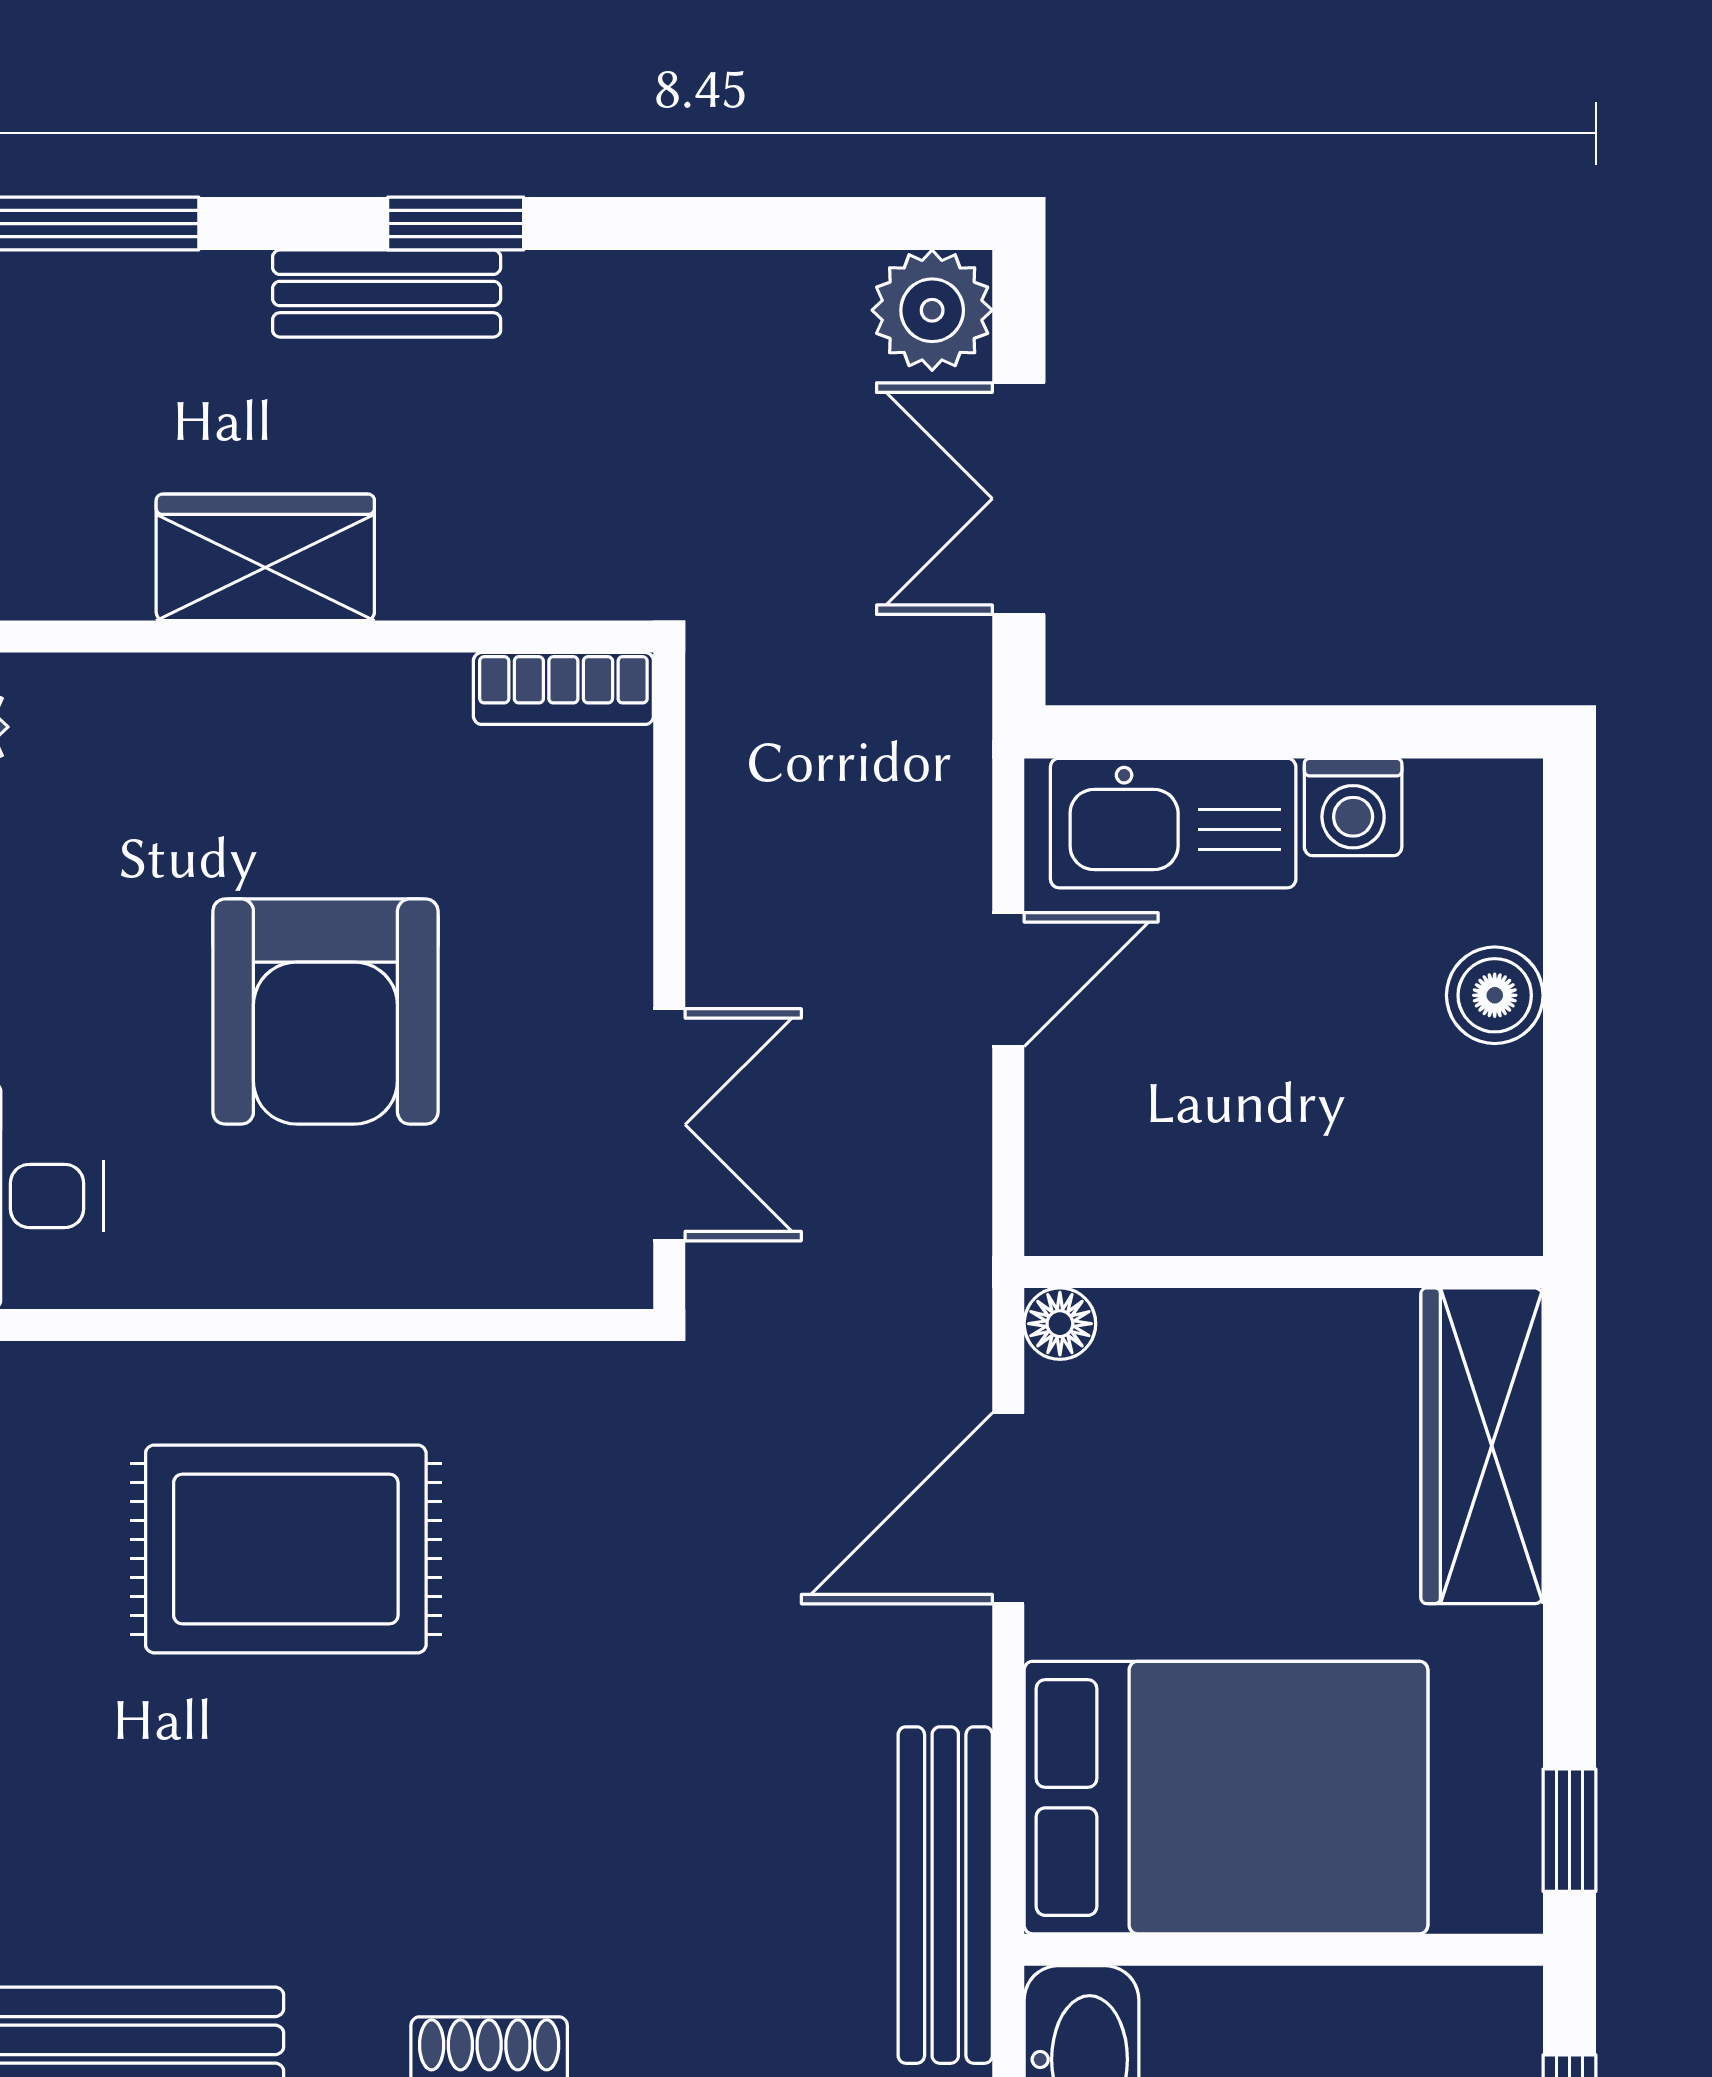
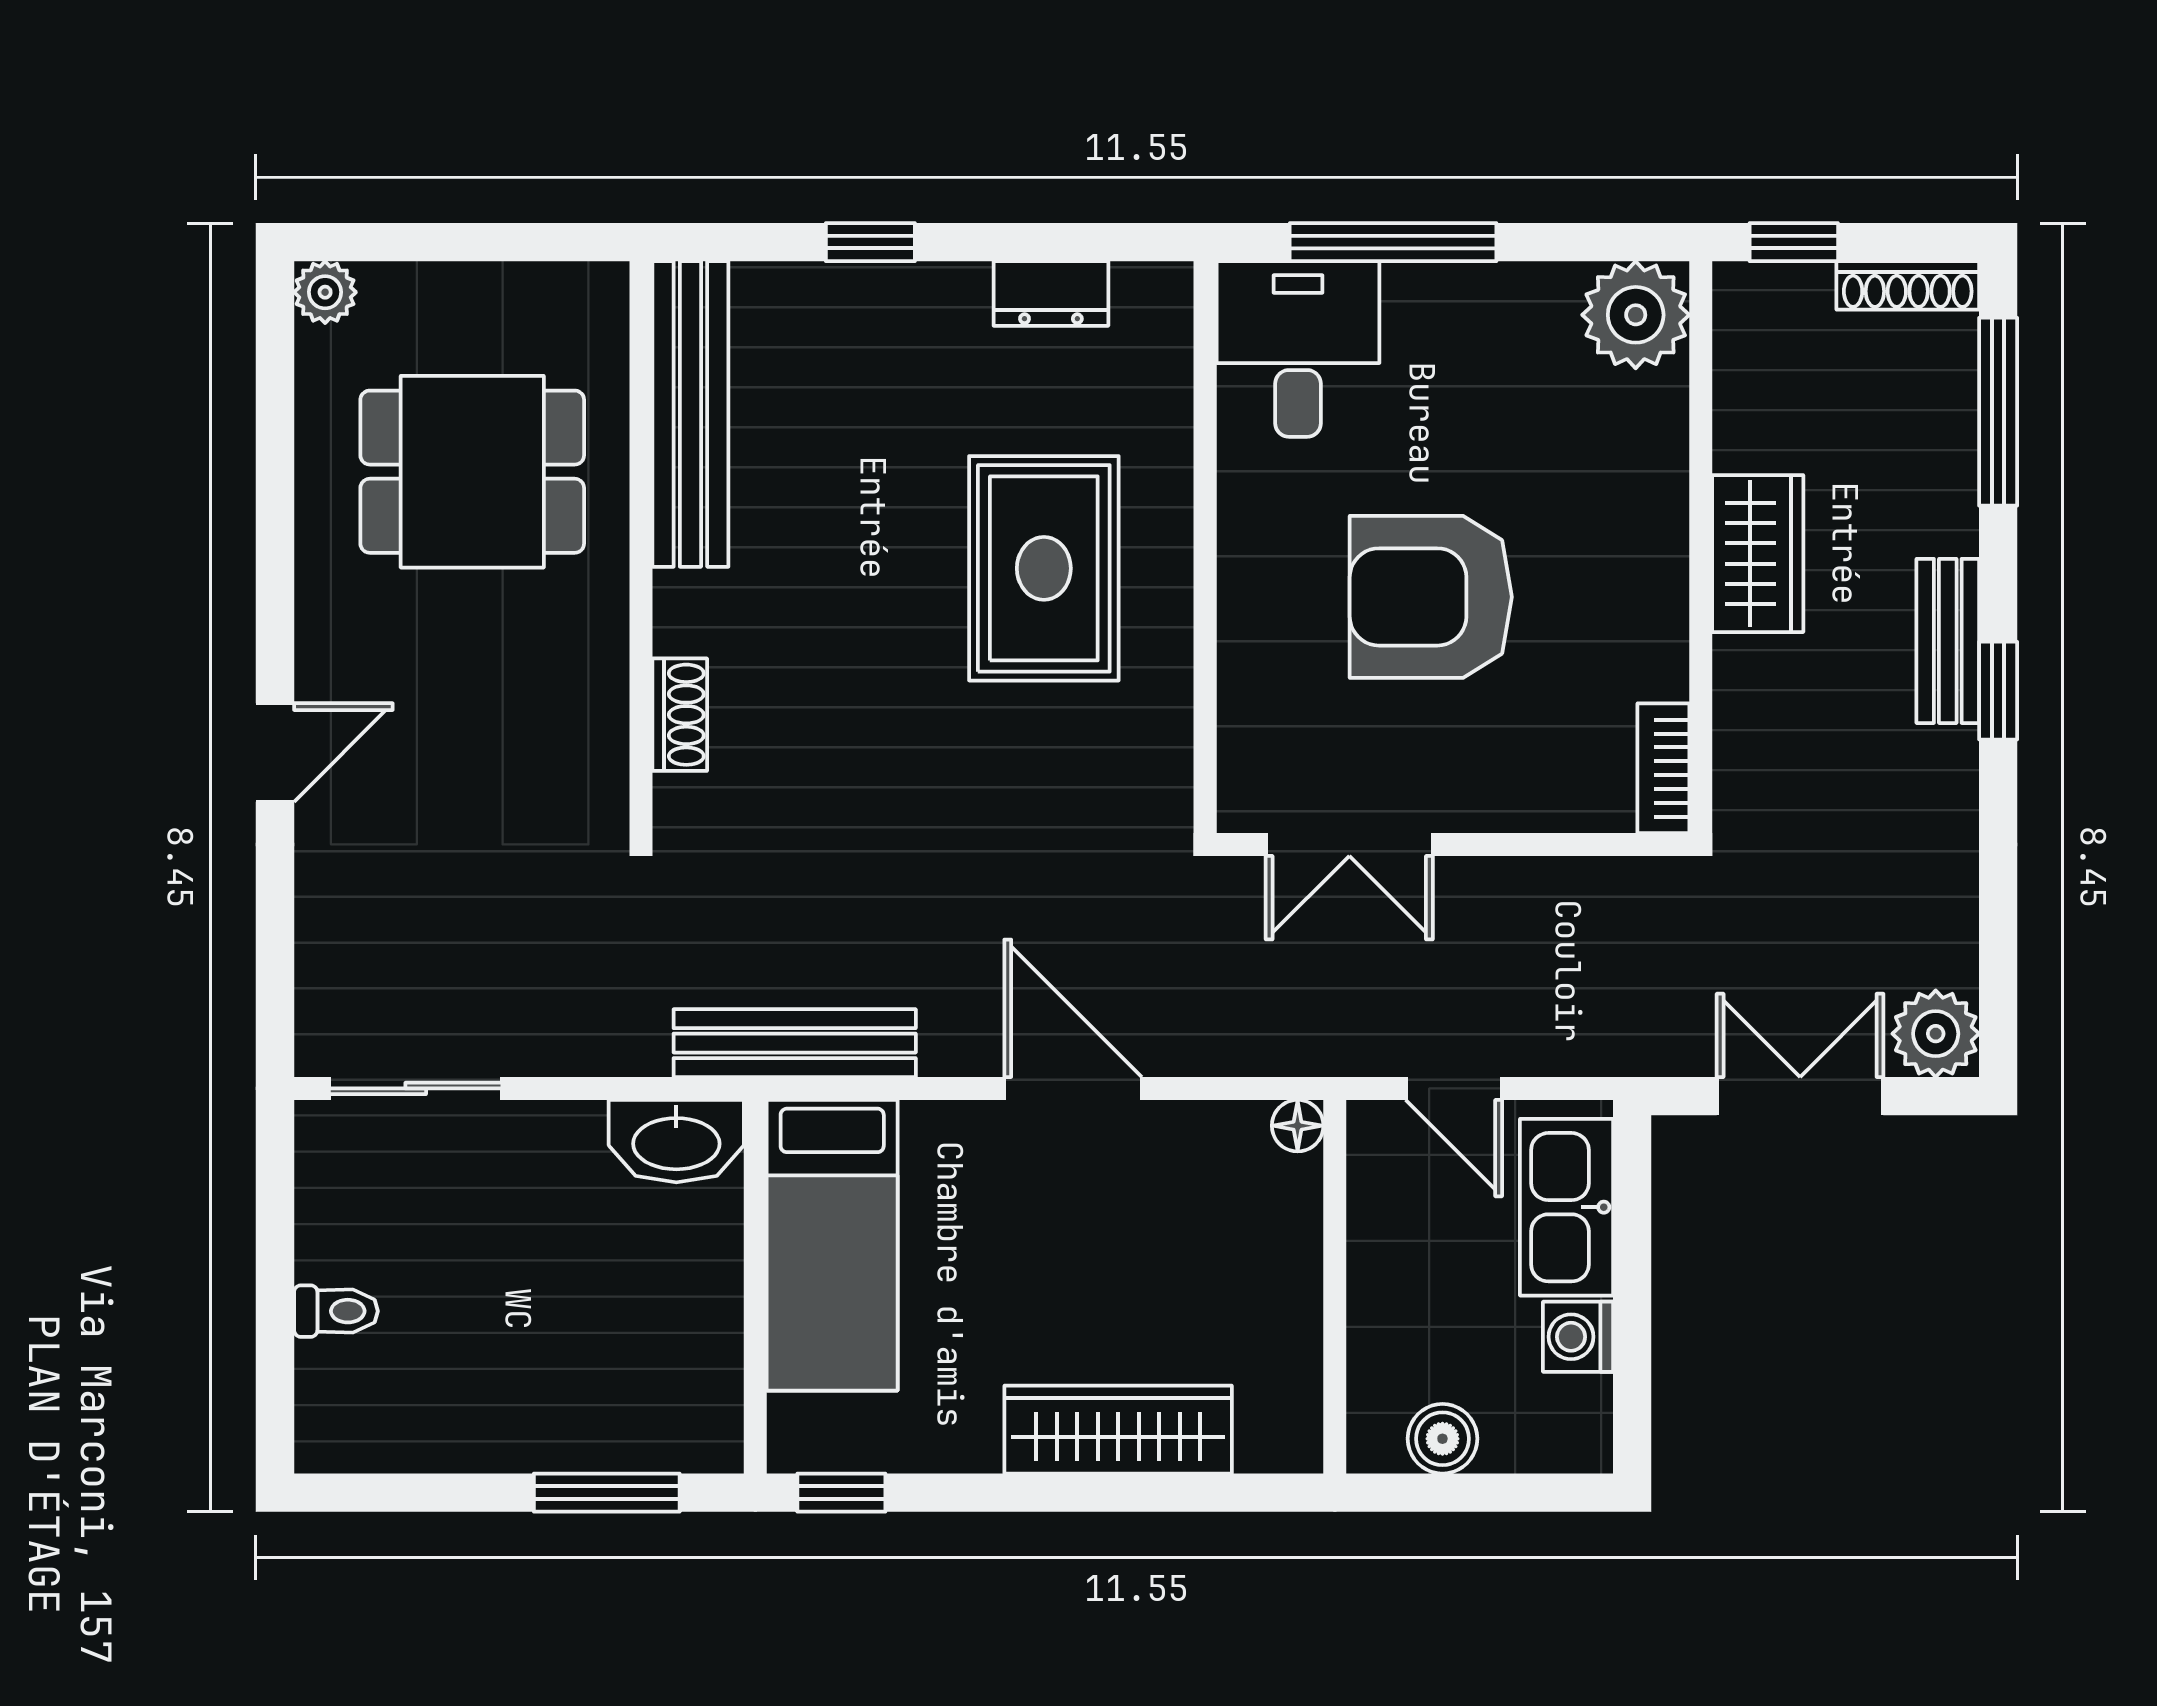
wall: (1284, 1272) -> (1335, 1287), moved
floor lamp: (1060, 1324) -> (1298, 1126), moved
bed: (1226, 1798) -> (832, 1245), width x0.67

